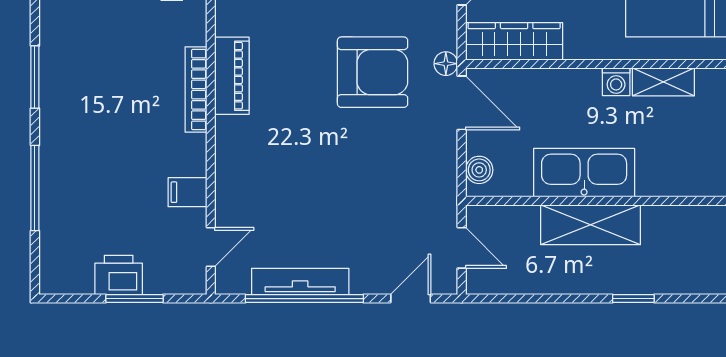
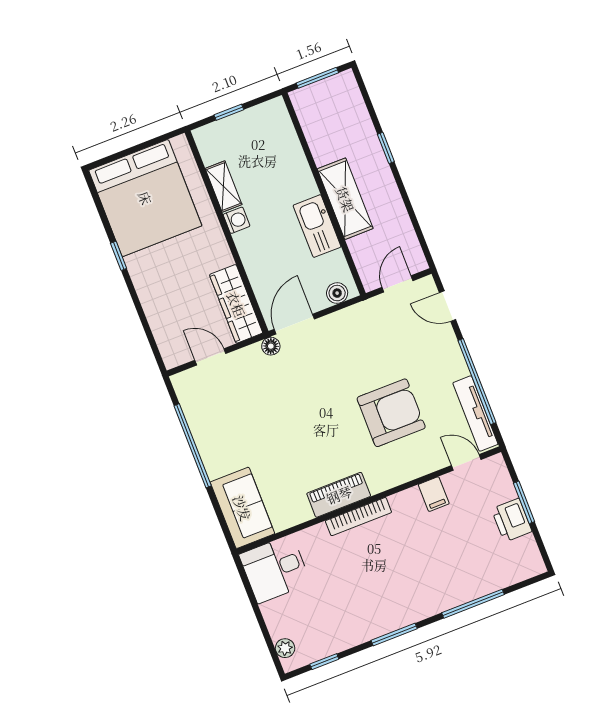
armchair: (373, 72) -> (391, 413), moved, turned 90
kitchen sink: (584, 173) -> (317, 226), width x0.73, depth x0.81
tv unit: (300, 282) -> (475, 414), moved

